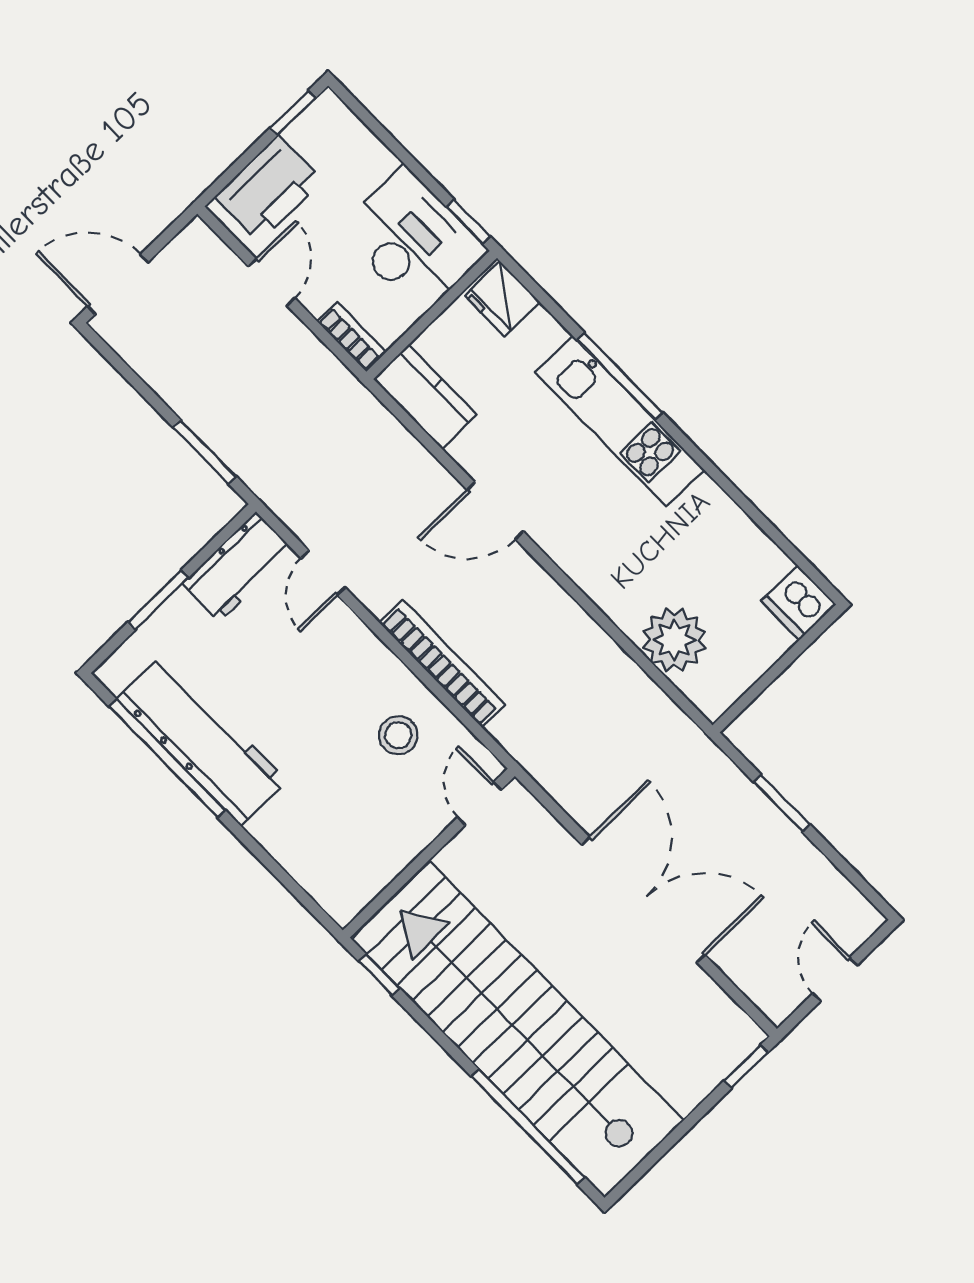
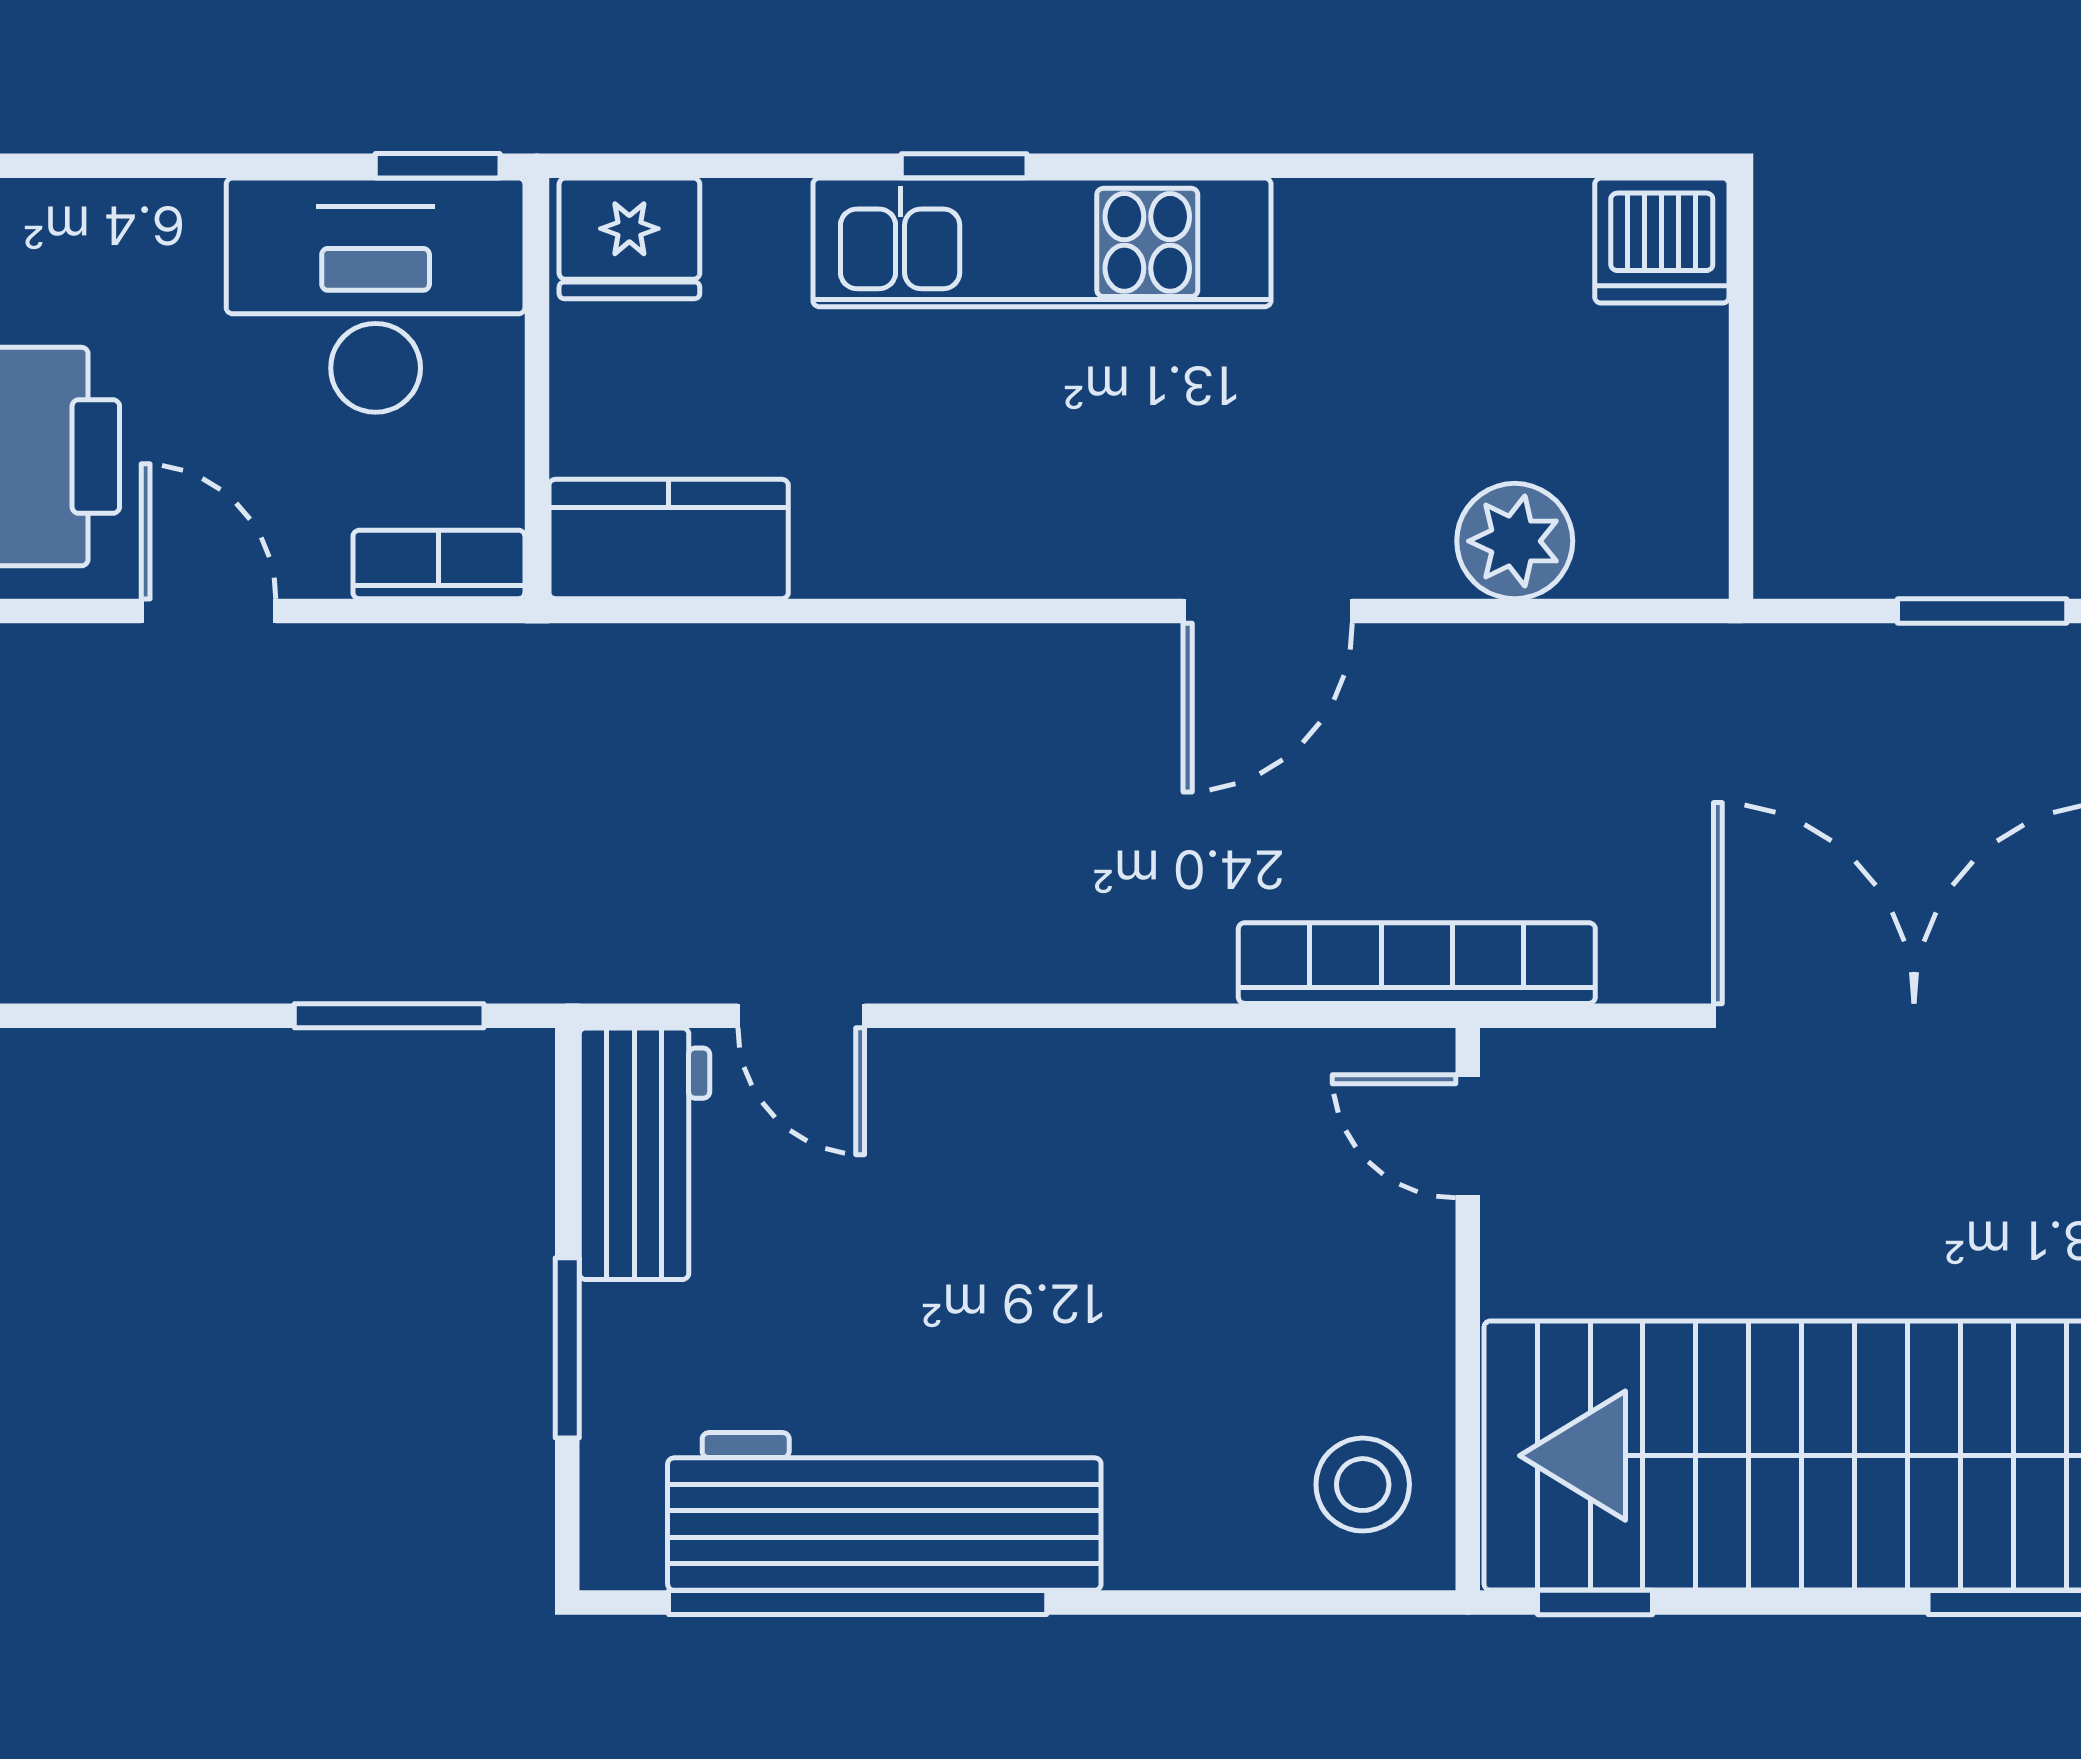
window: (620, 376) -> (964, 166), width x0.46
door: (495, 511) -> (1268, 611), moved
plant: (674, 640) -> (1515, 541), width x0.73, depth x0.73
bookcase: (442, 663) -> (1417, 963), moved
stool: (398, 735) -> (1363, 1485), moved

